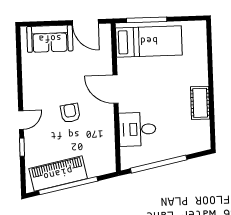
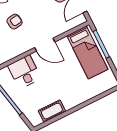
door: (115, 89) -> (45, 45), swing flipped
cot: (200, 103) -> (52, 111), moved

